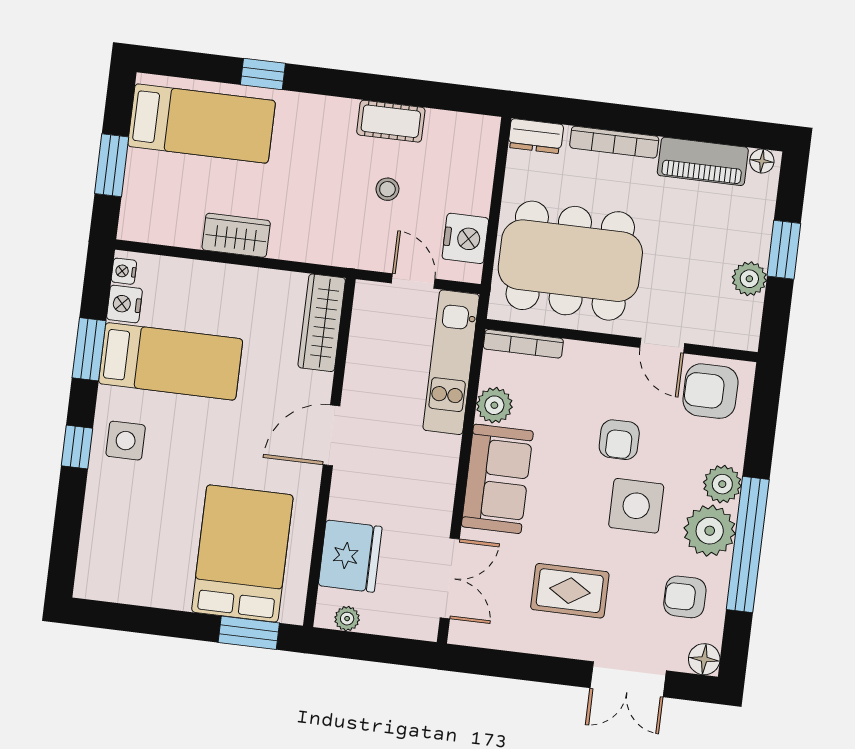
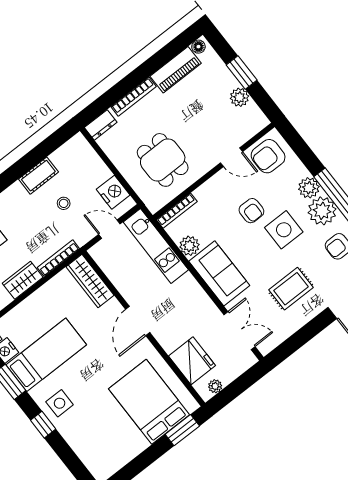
bookcase: (310, 253) -> (58, 258), added
dining table: (570, 261) -> (163, 160), width x0.53, depth x0.80

